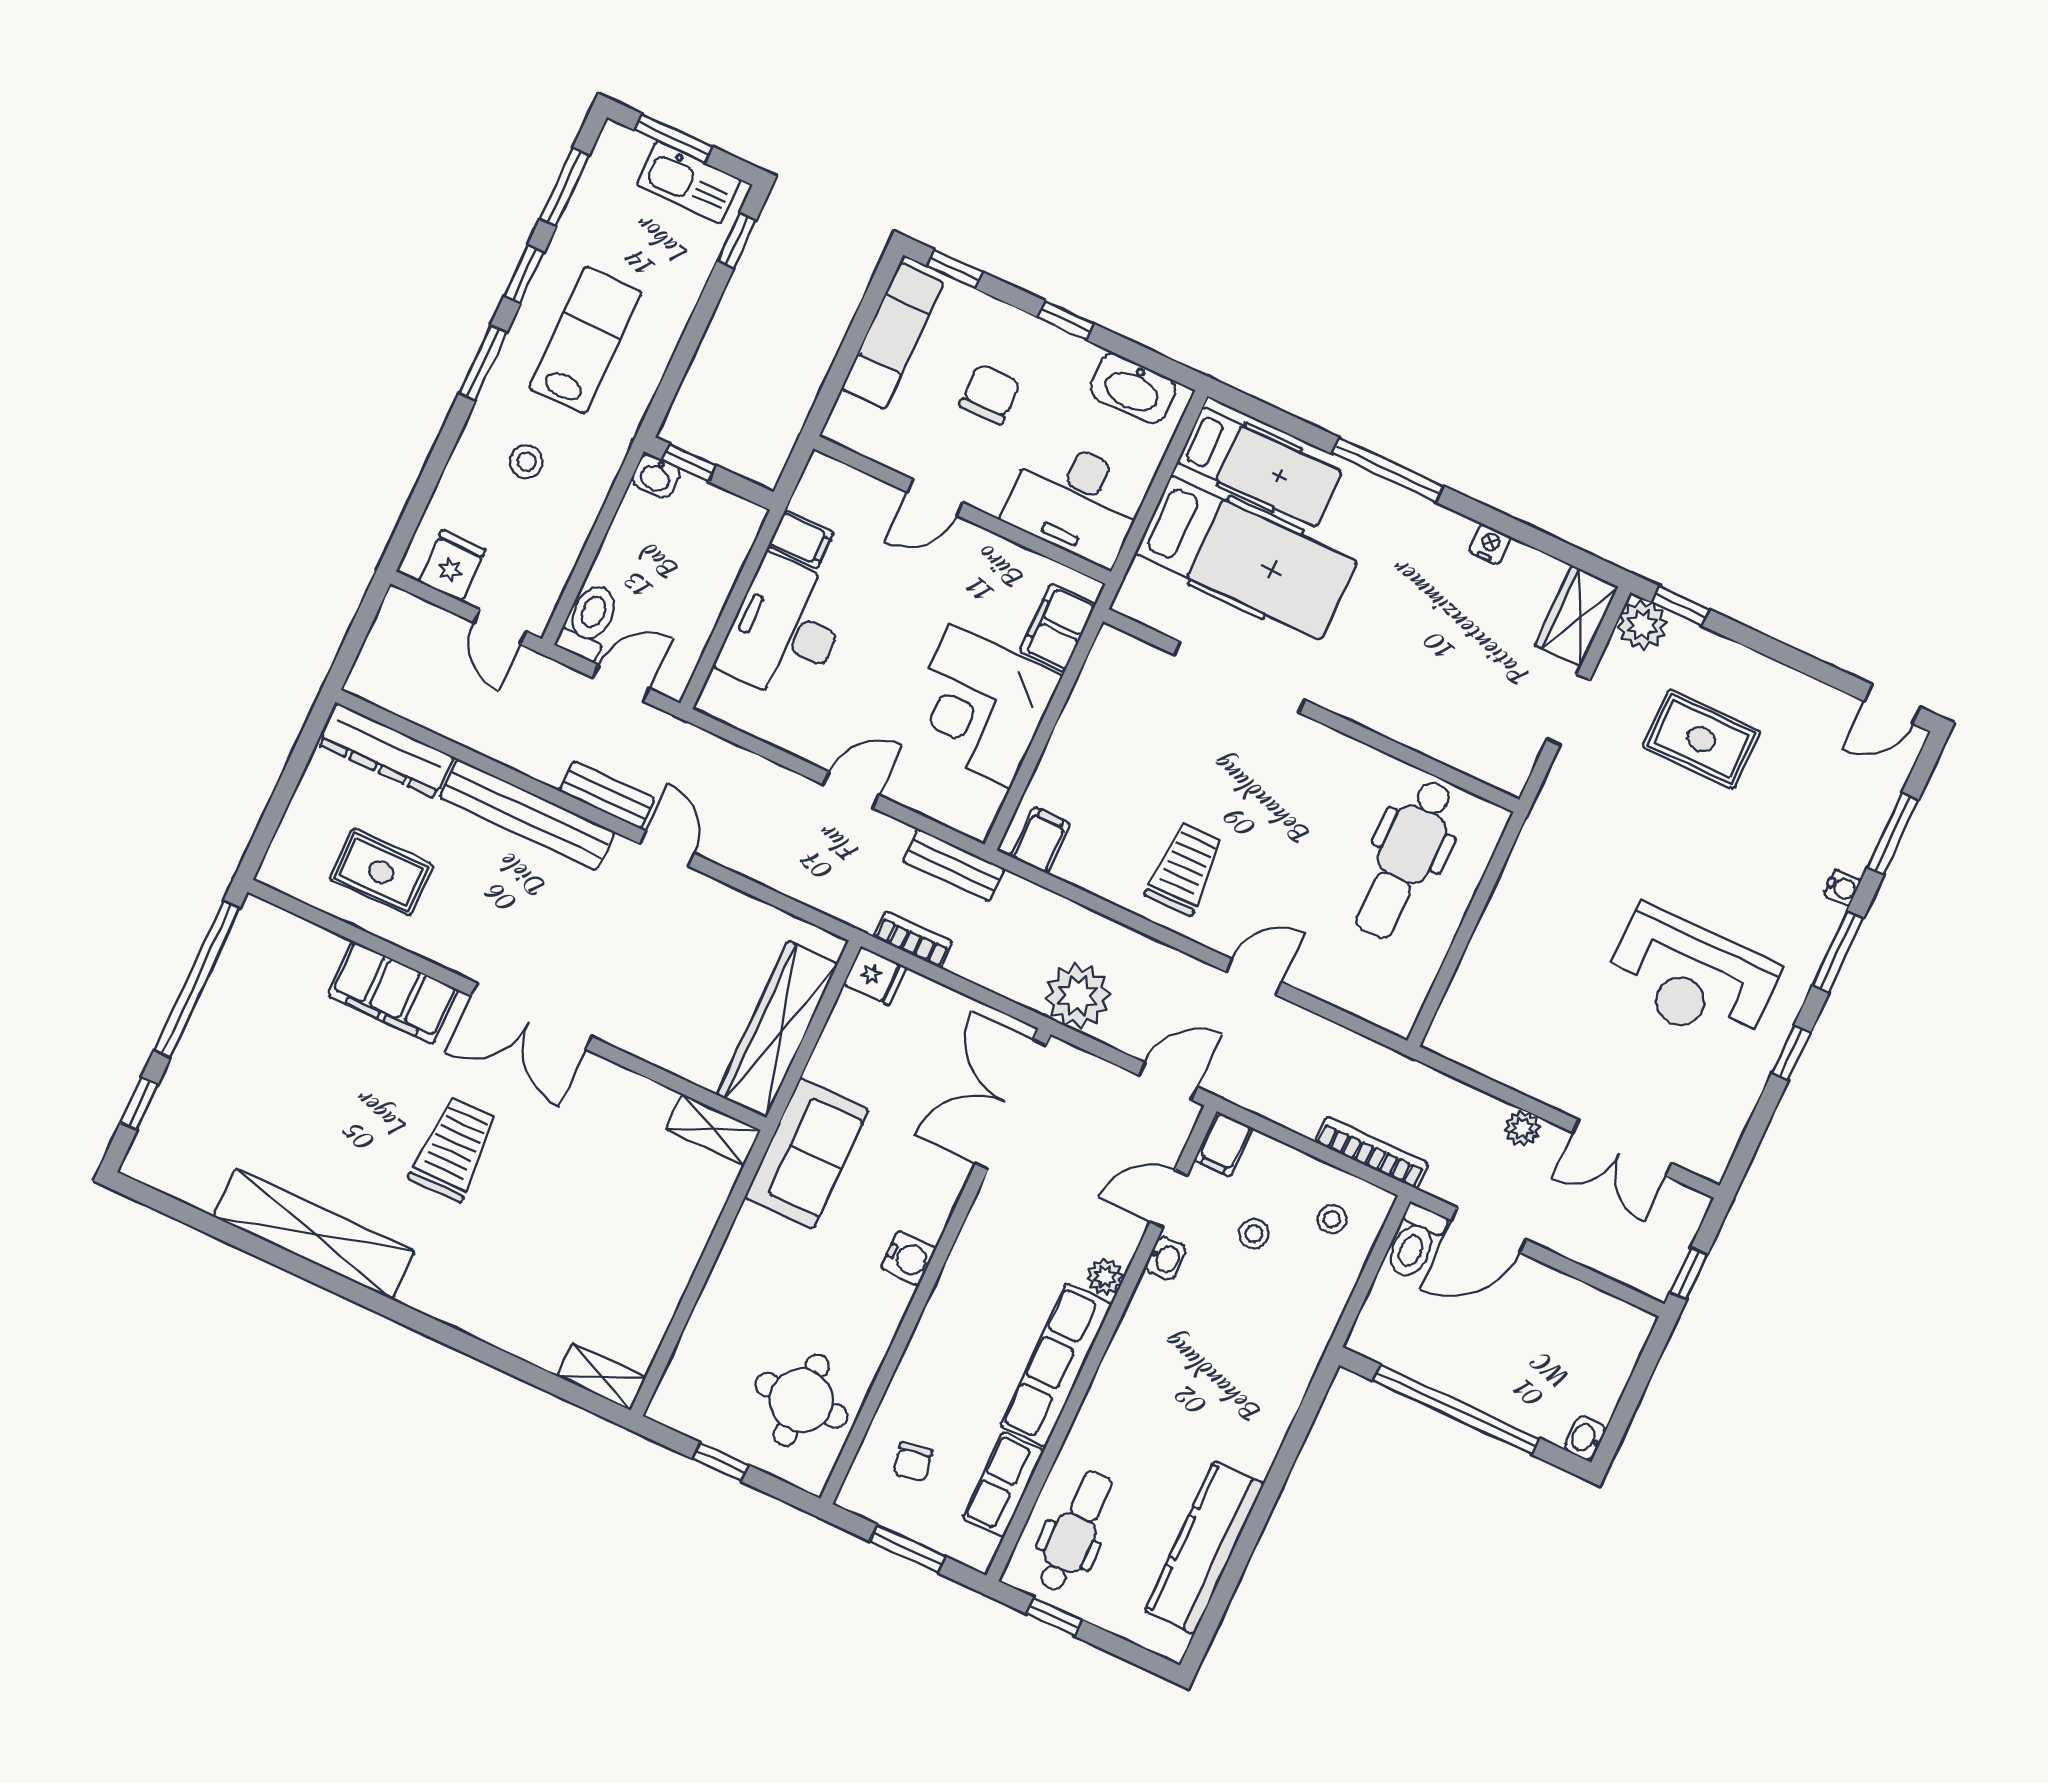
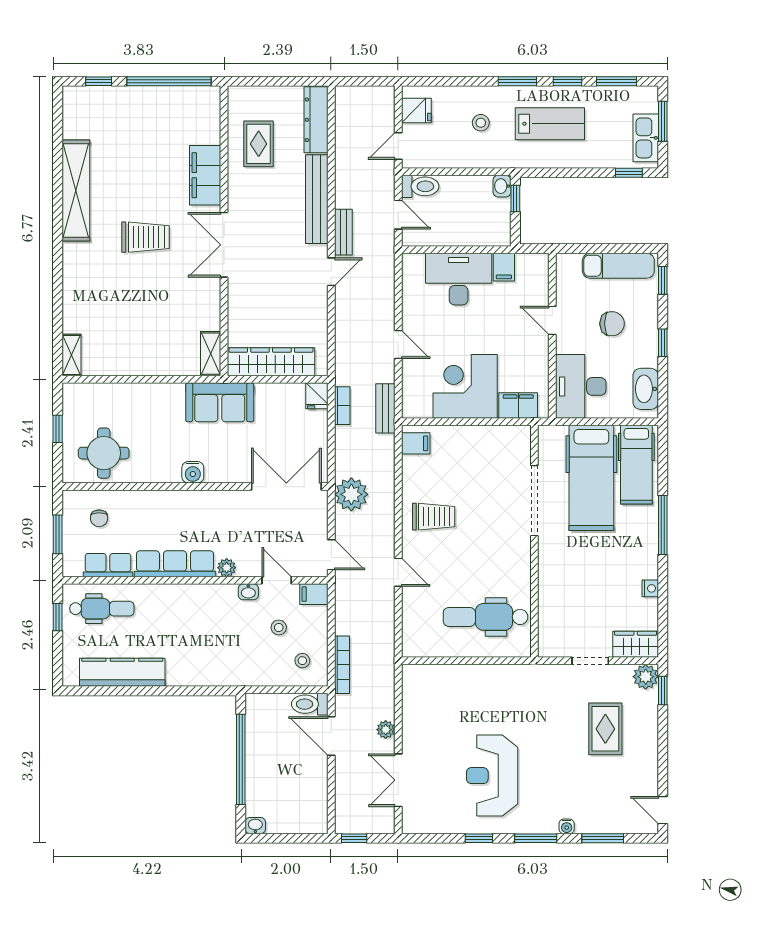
chair: (913, 1462) -> (99, 518), turned -79

